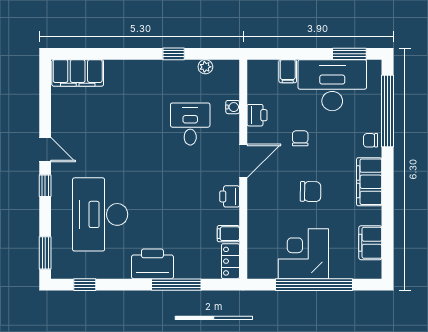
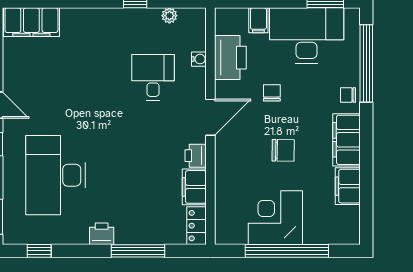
printer: (257, 115) -> (230, 58), width x1.87, depth x1.48
filing cabinet: (228, 234) -> (194, 187), width x2.00
filing cabinet: (370, 243) -> (348, 186), moved
printer: (152, 264) -> (102, 234), width x0.53, depth x0.68

